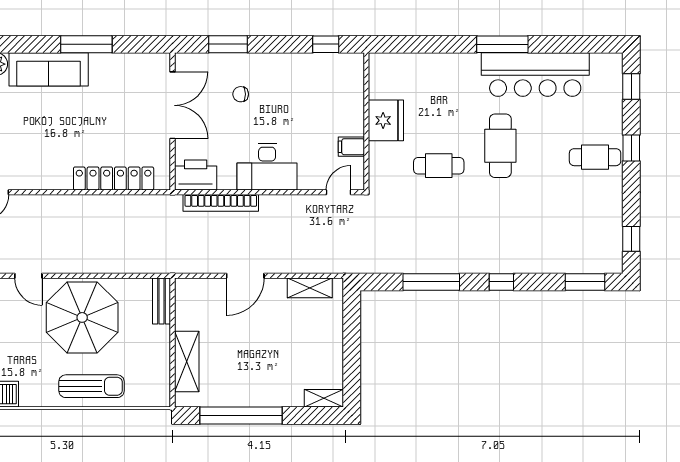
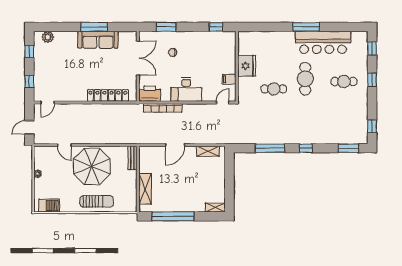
sofa: (49, 69) -> (98, 40), moved
cafe table: (595, 157) -> (344, 81), moved

